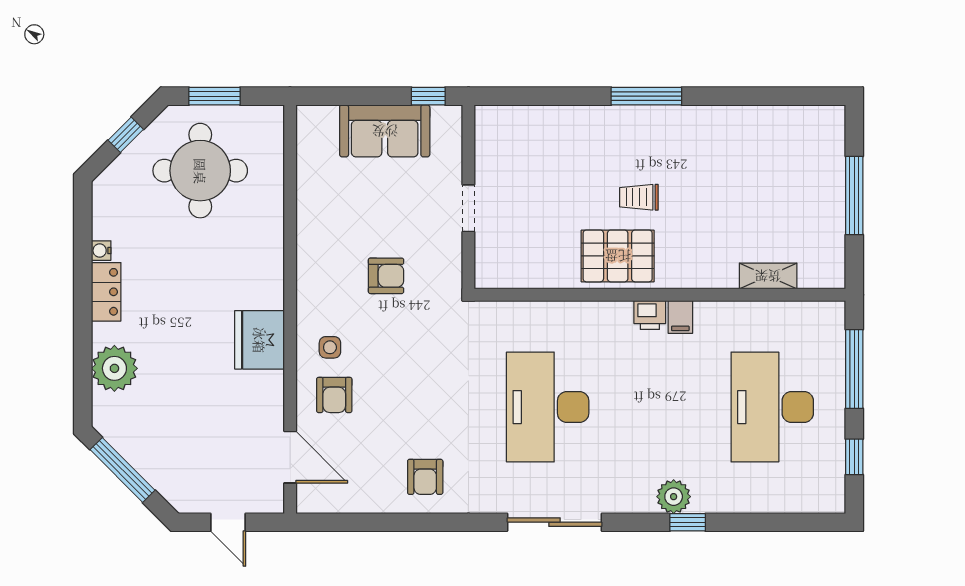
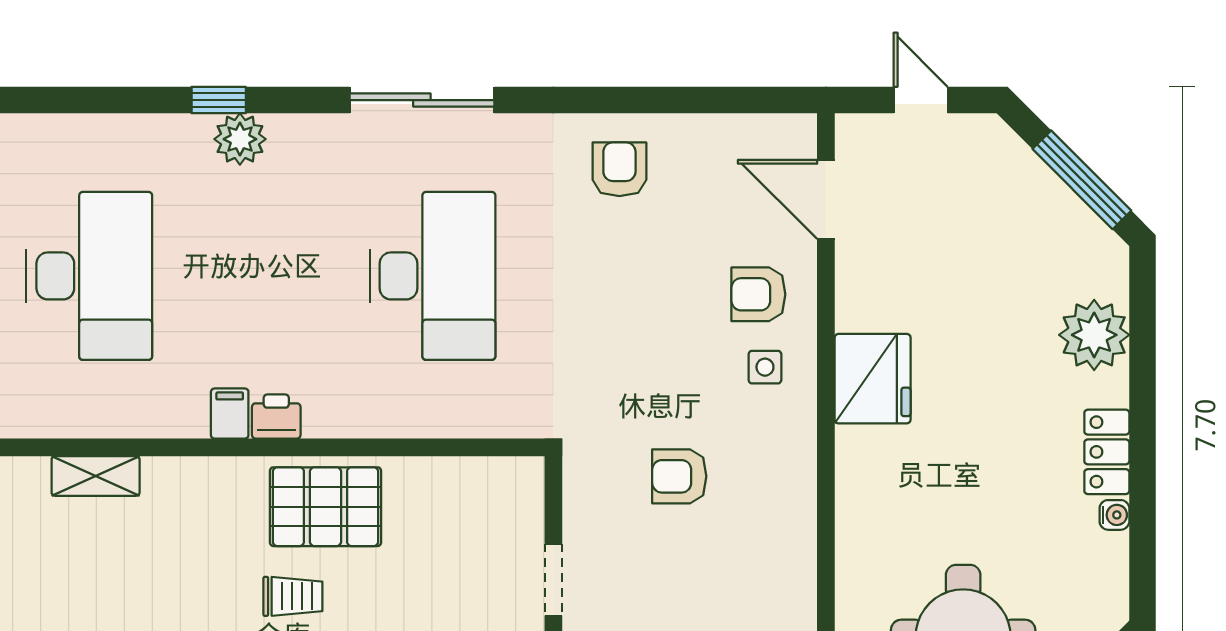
armchair: (334, 395) -> (758, 294), turned -90

